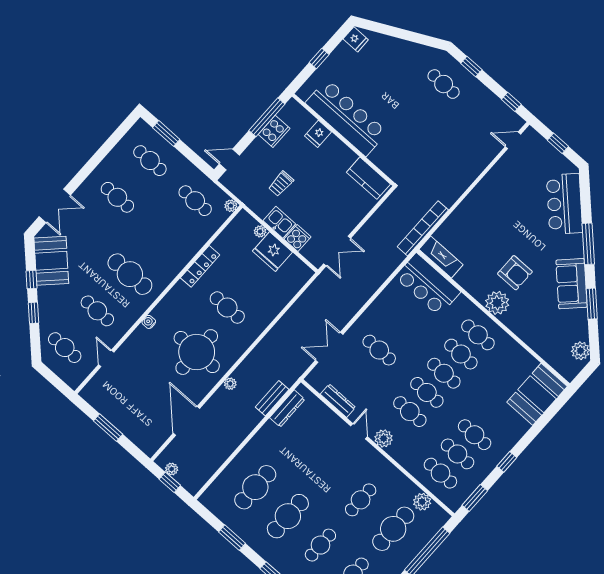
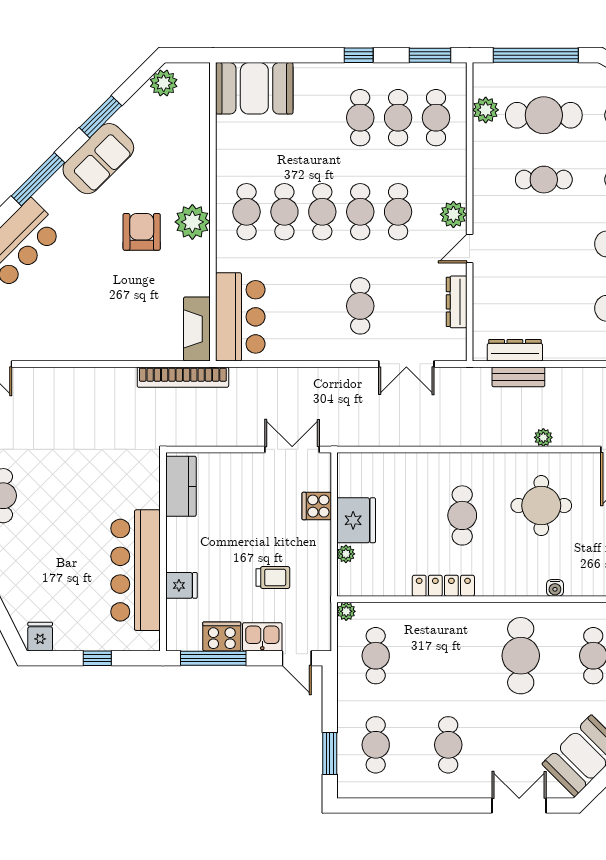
kitchen sink: (279, 222) -> (262, 637), moved, turned 90
round table: (197, 352) -> (541, 506), width x0.73, depth x0.73

